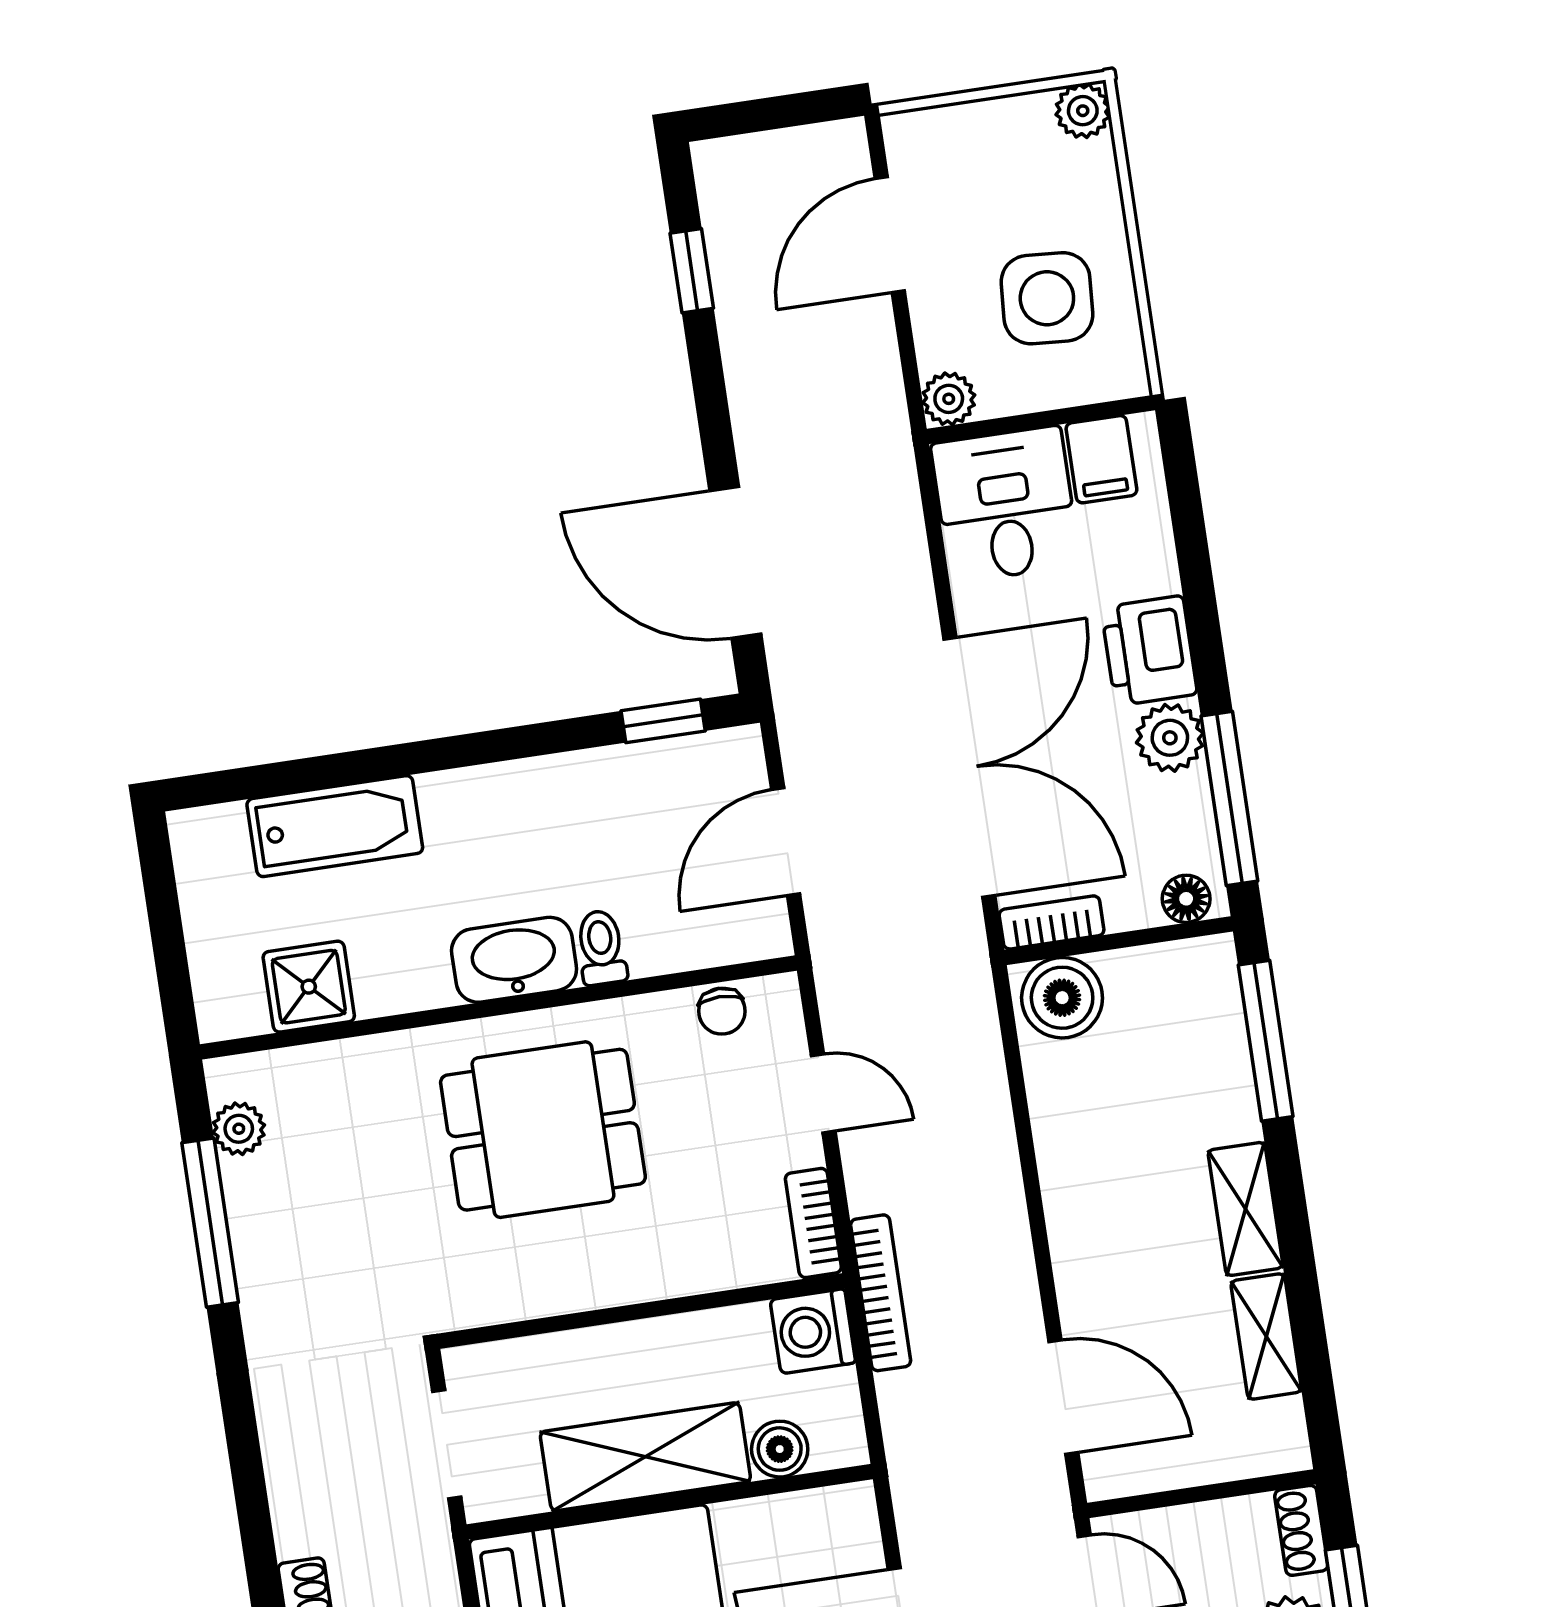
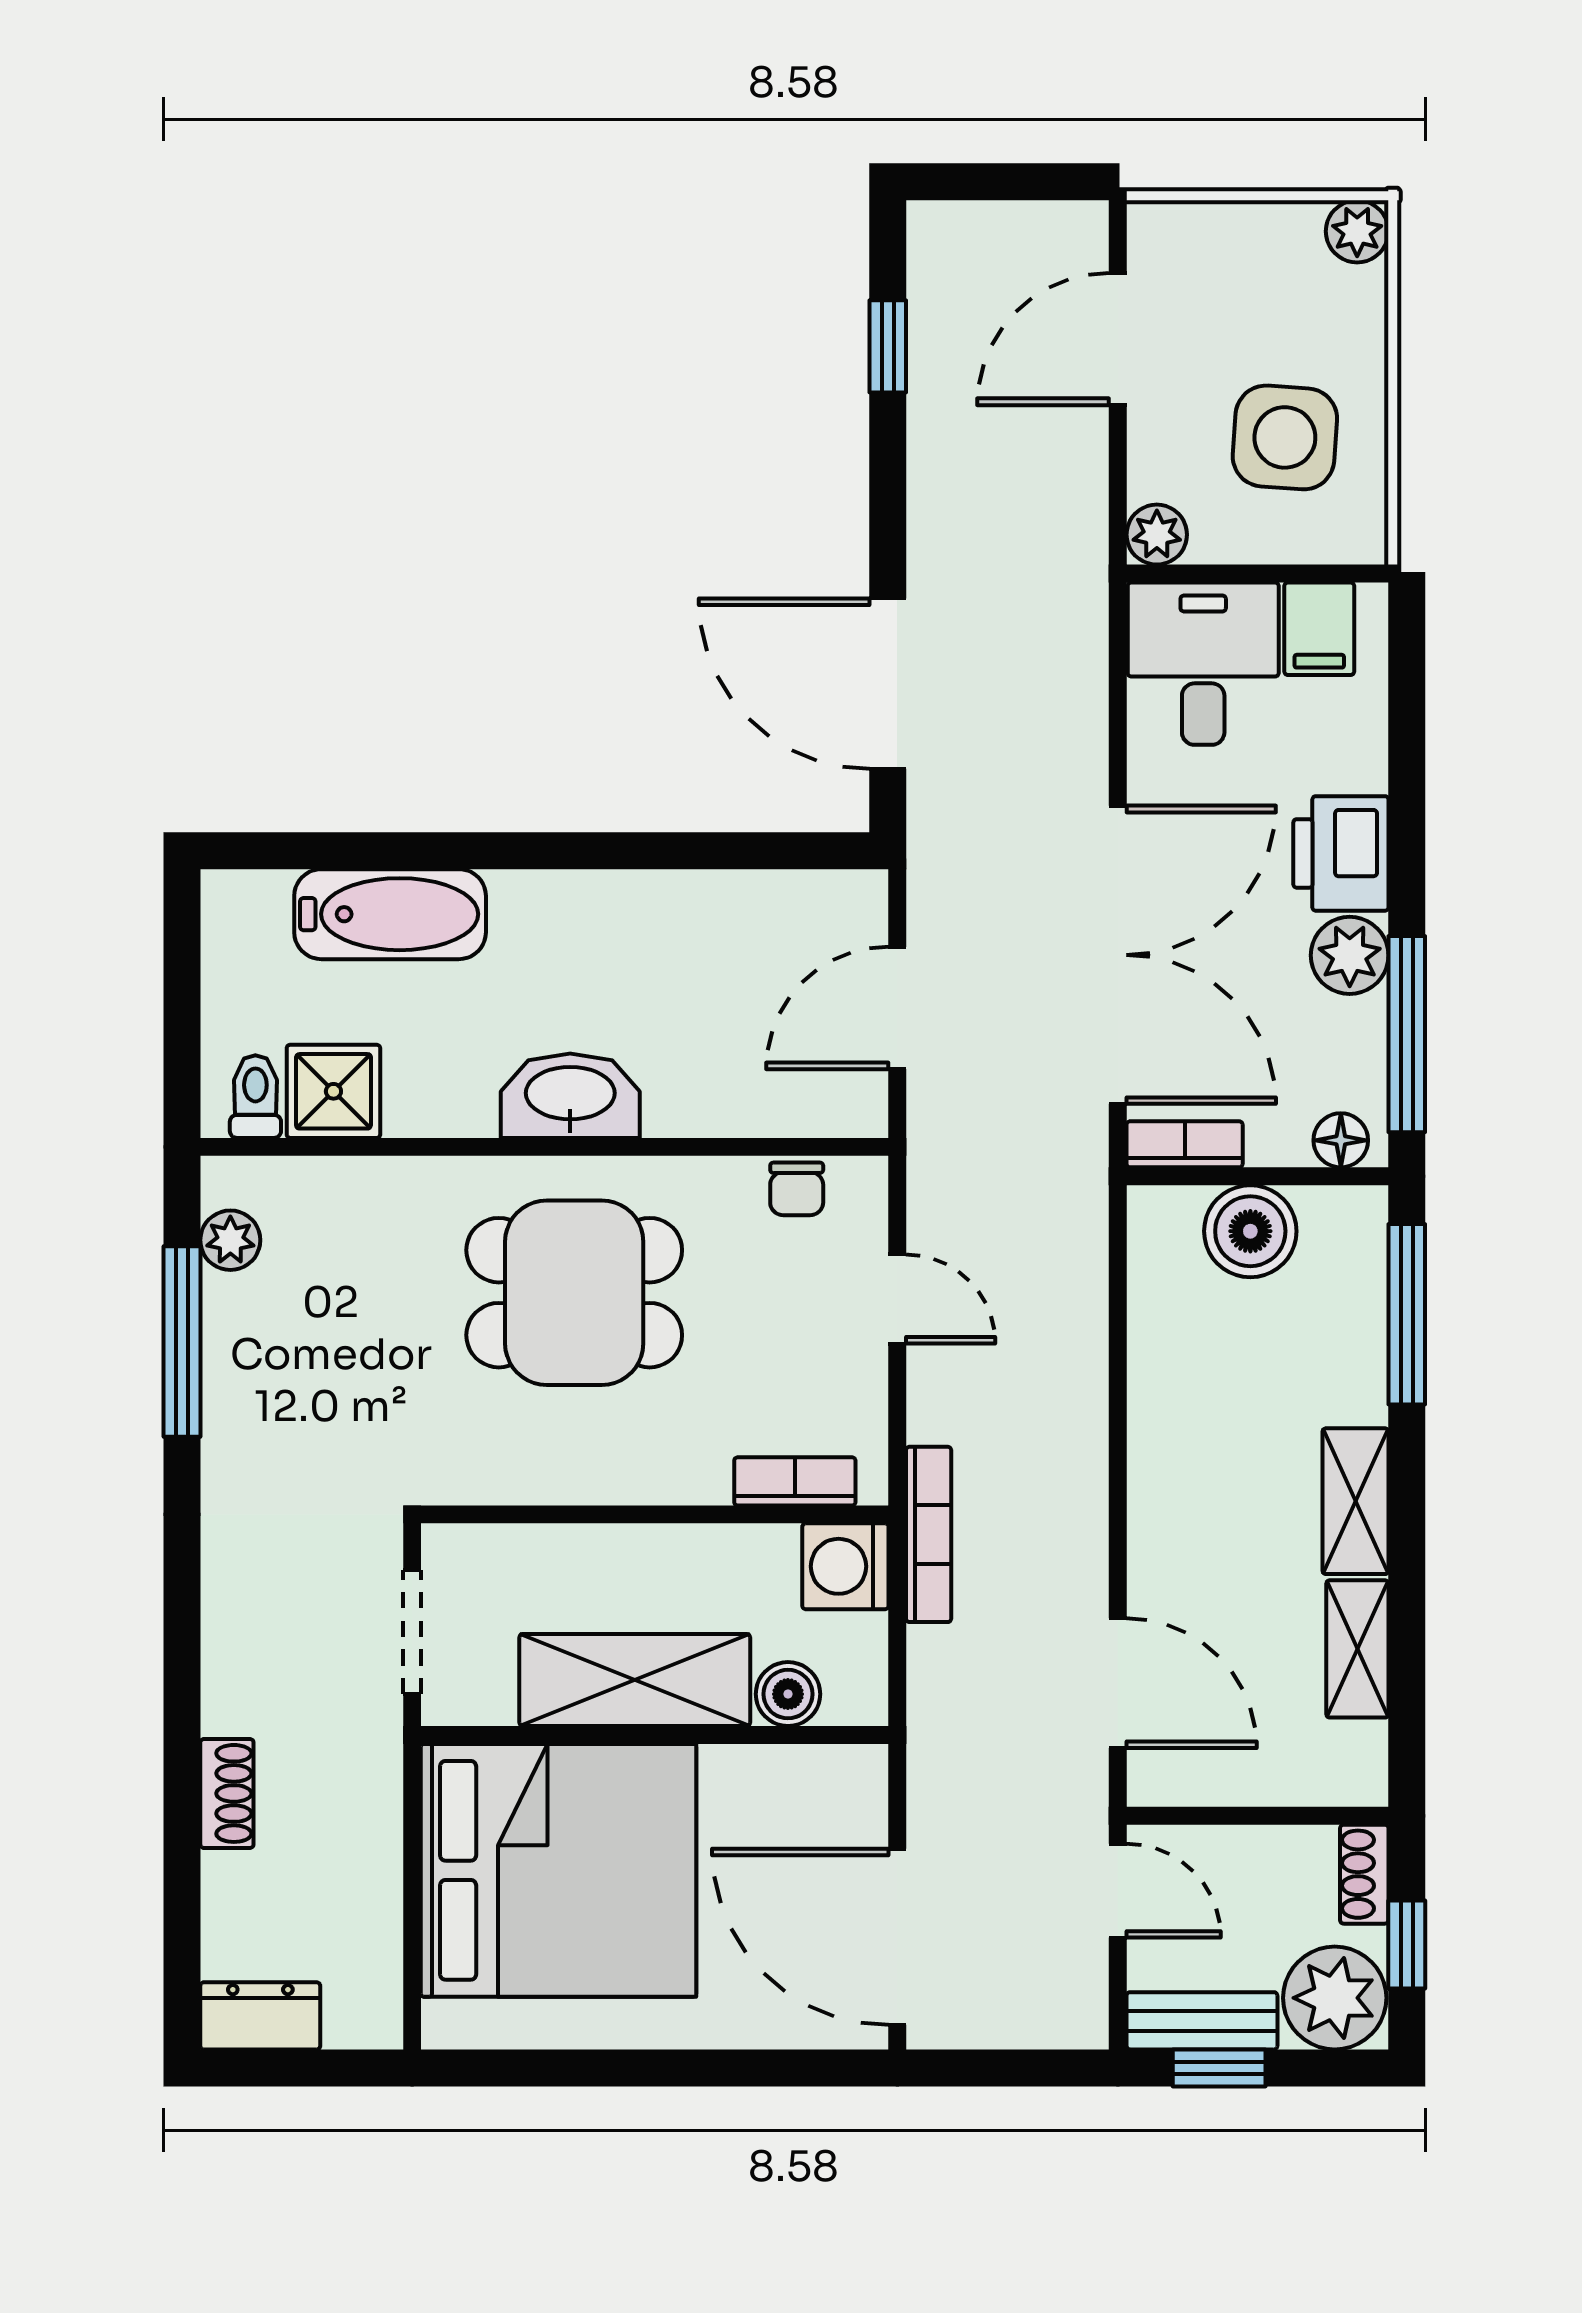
window: (663, 721) -> (779, 851), removed
toilet: (601, 948) -> (255, 1097), moved
boiler: (1062, 998) -> (1250, 1231), moved
bookcase: (813, 1223) -> (795, 1481), moved, turned 90

